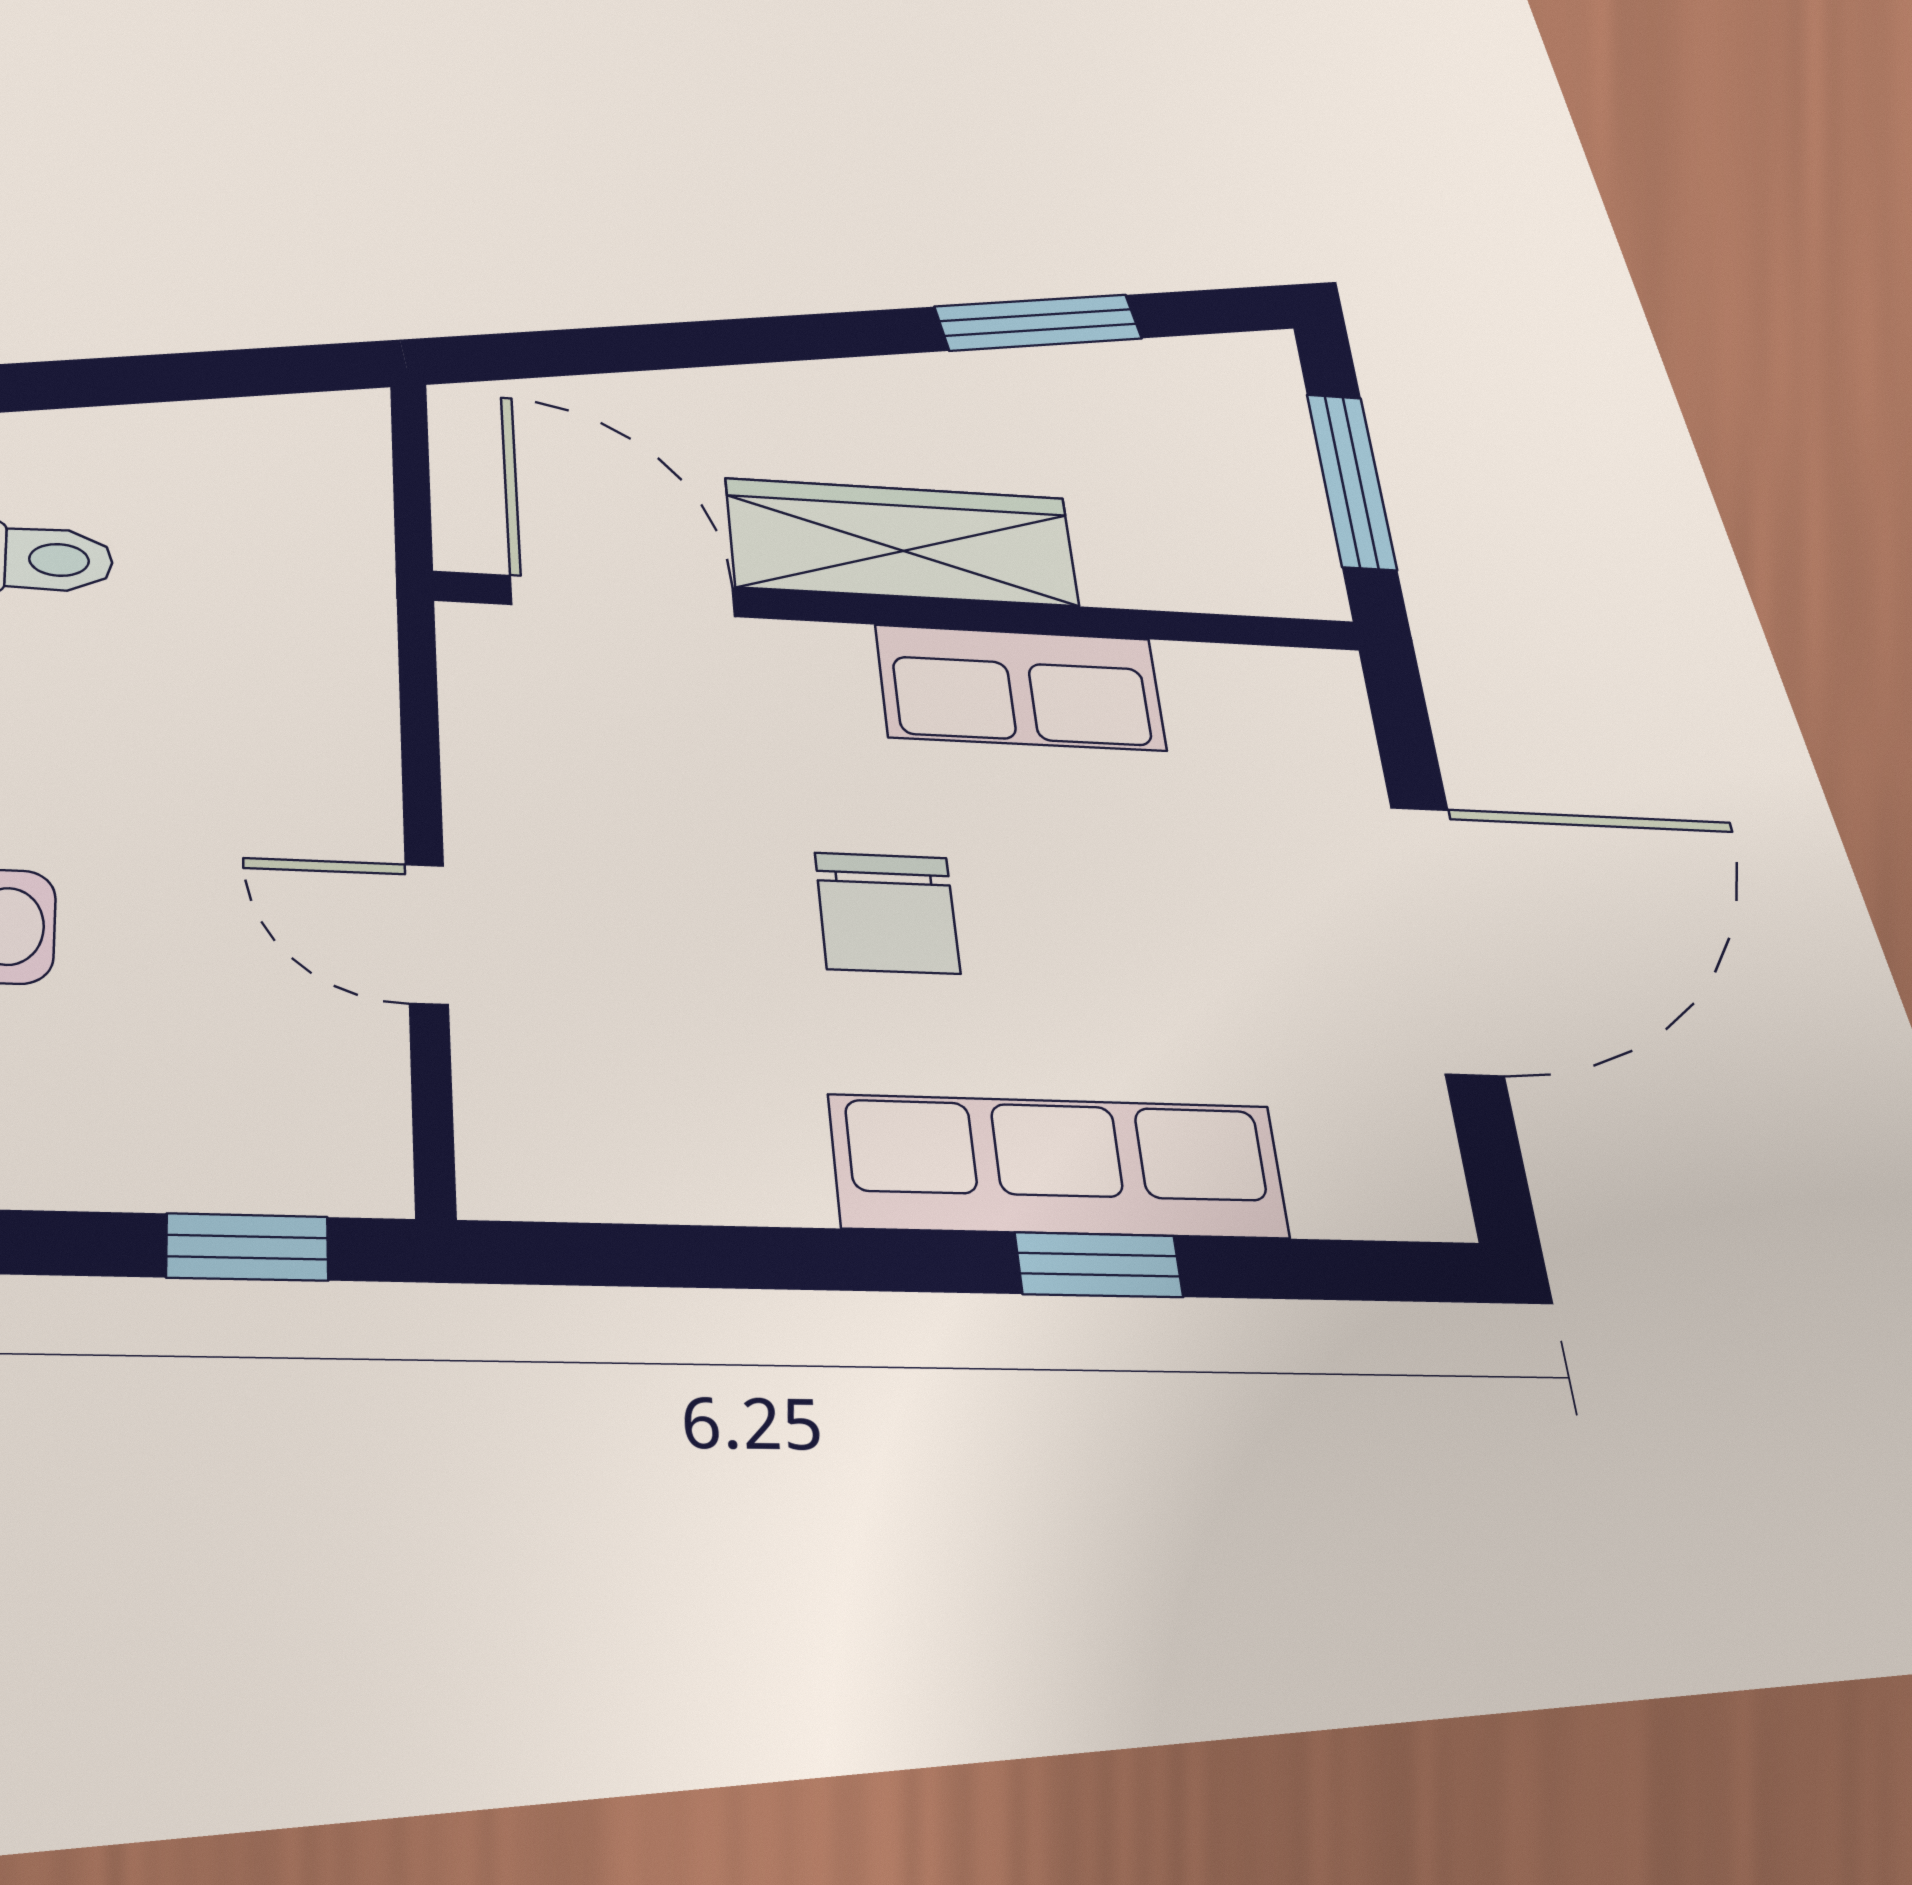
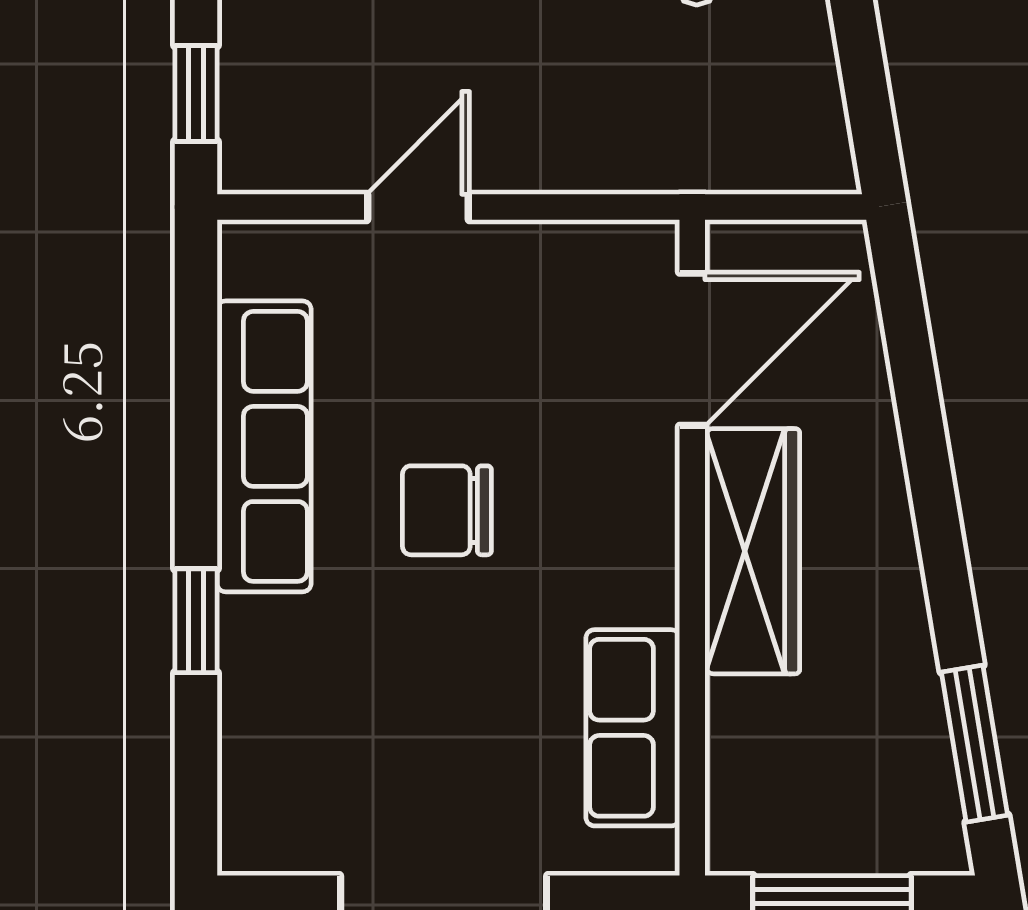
window: (1038, 323) -> (975, 744), moved
row of seats: (1021, 688) -> (633, 728), moved
row of seats: (1059, 1166) -> (264, 446), moved

